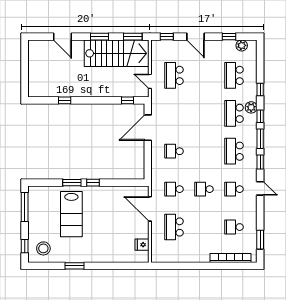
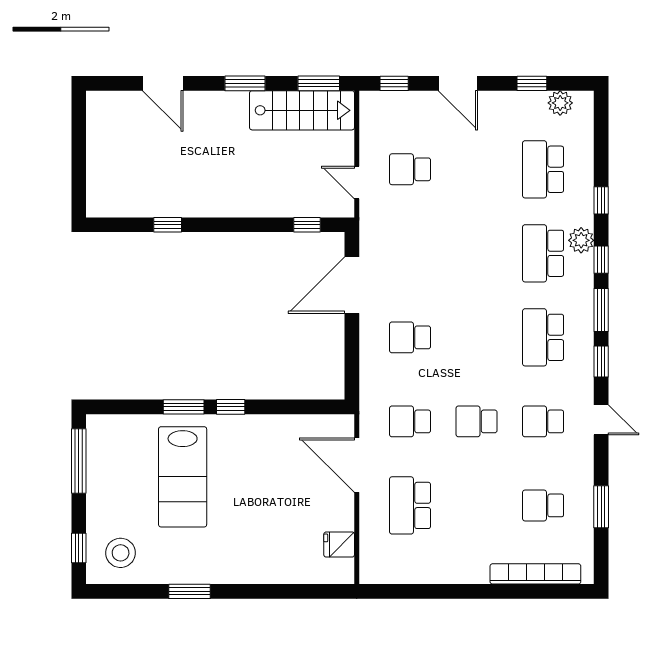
stairs: (117, 53) -> (302, 110), width x0.73, depth x0.66
school desk: (174, 75) -> (410, 169), width x0.54
window: (260, 240) -> (601, 507), moved

